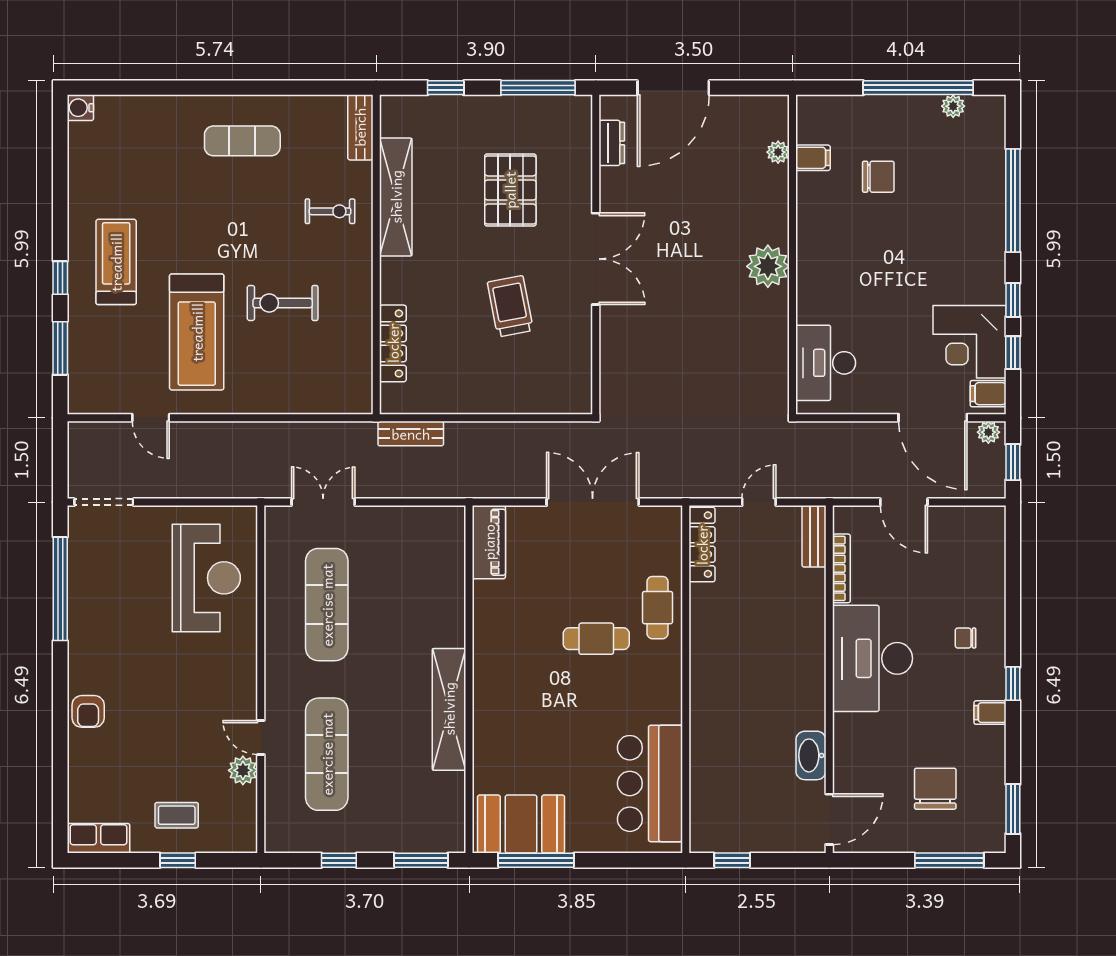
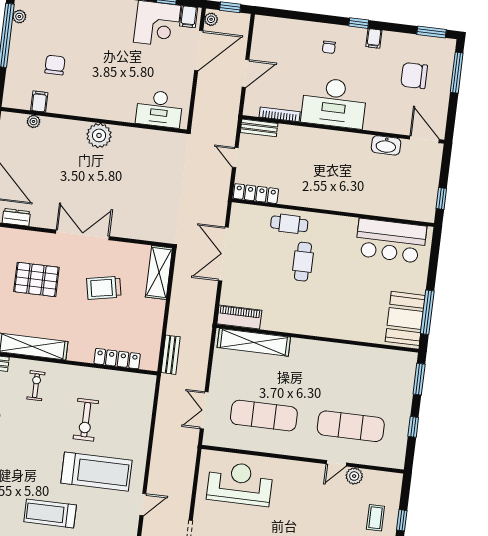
shelving: (548, 397) -> (159, 273), added
shelving: (449, 709) -> (254, 342), moved

